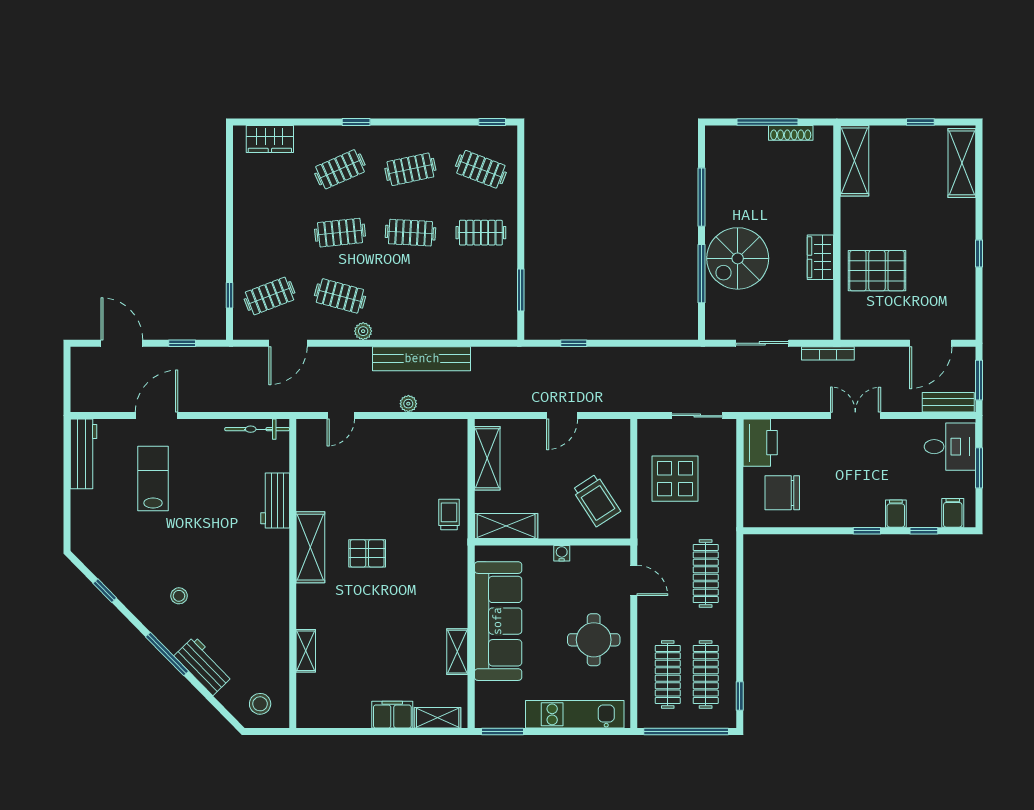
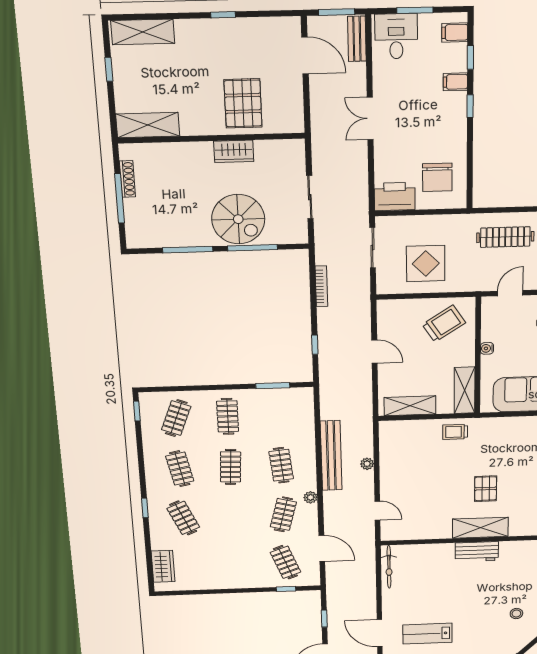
clothes rail: (340, 233) -> (281, 465), moved
bookcase: (828, 353) -> (321, 286), moved
workbench: (275, 501) -> (477, 552), moved

